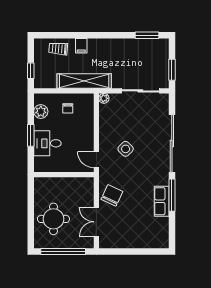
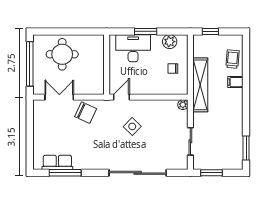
sliding door: (140, 91) -> (190, 141), width x0.73
desk: (47, 143) -> (133, 48), width x1.37
window: (172, 195) -> (65, 173), moved
row of seats: (162, 201) -> (57, 162), moved

